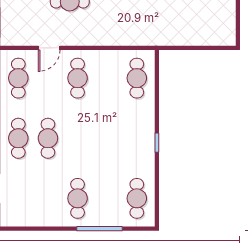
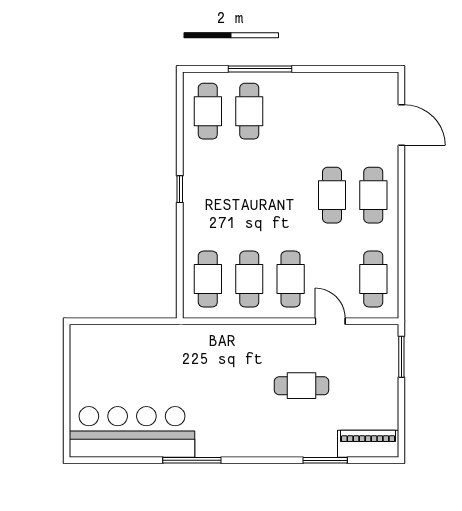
door: (49, 48) -> (330, 321), hinge flipped
cafe table: (107, 78) -> (249, 279), added
cafe table: (78, 198) -> (249, 111), moved

